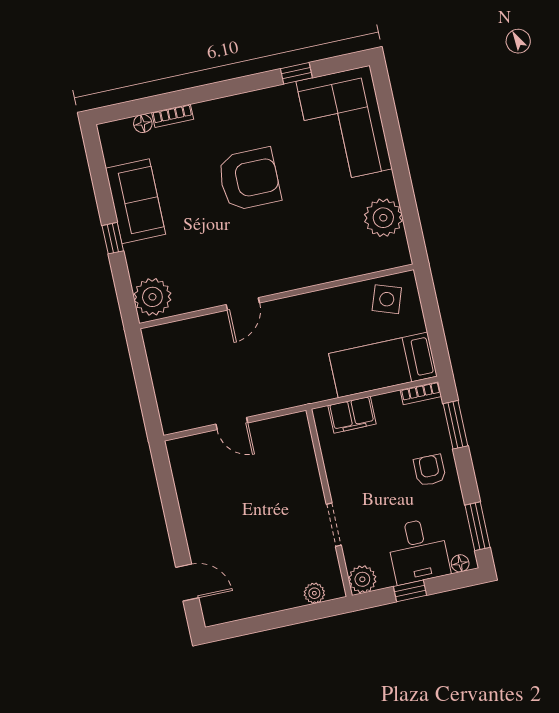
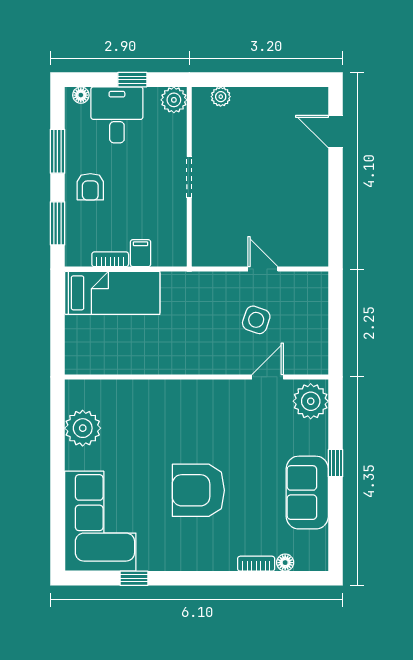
side table: (387, 299) -> (256, 320), moved
door: (243, 304) -> (268, 377), moved
bookcase: (421, 393) -> (110, 259), moved
filing cabinet: (352, 415) -> (141, 253), width x0.50
doorway: (334, 525) -> (189, 177), moved
window: (477, 526) -> (57, 151), moved

